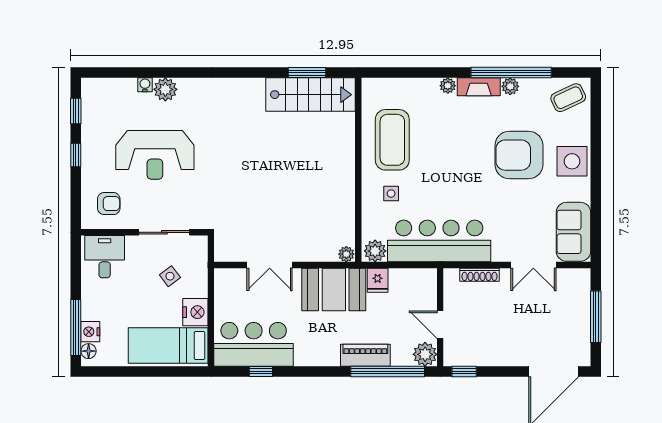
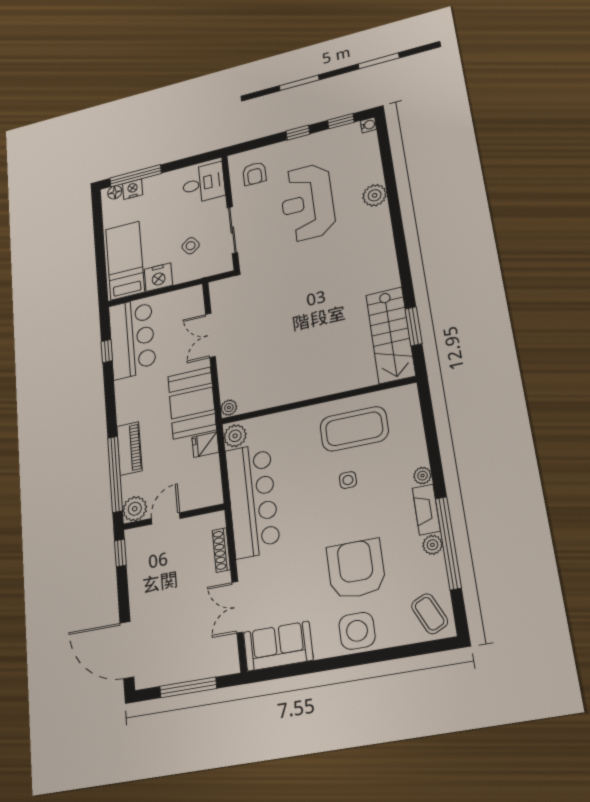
water cooler: (145, 85) -> (368, 125), moved
side table: (391, 194) -> (348, 480), moved

